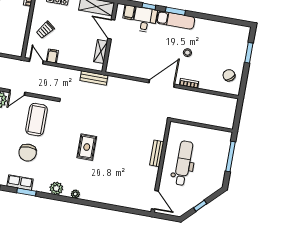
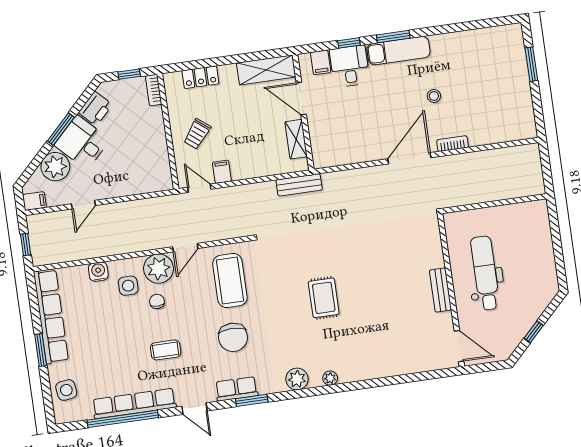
chair: (229, 75) -> (512, 110), removed
bench: (157, 153) -> (440, 290), moved
window: (230, 157) -> (556, 238), removed

